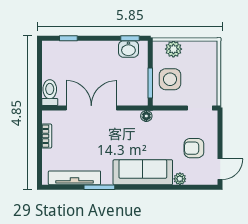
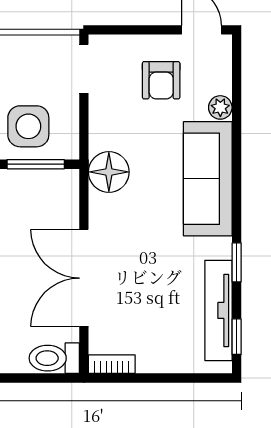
floor lamp: (146, 116) -> (109, 172), width x1.89, depth x1.89
bookcase: (47, 136) -> (112, 364), moved
window: (61, 187) -> (237, 337), added
window: (99, 187) -> (237, 262), width x0.67

